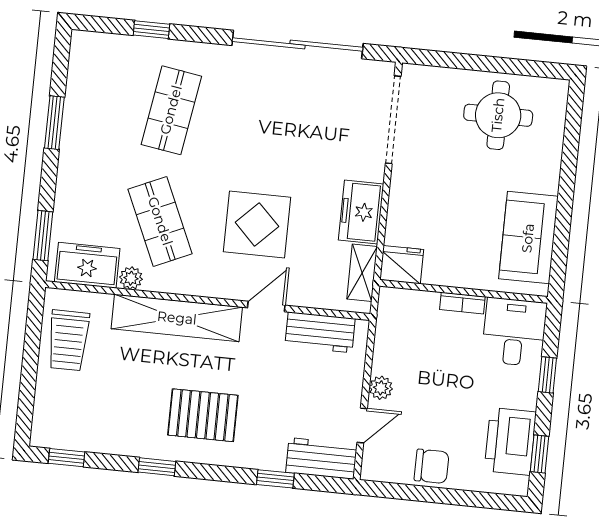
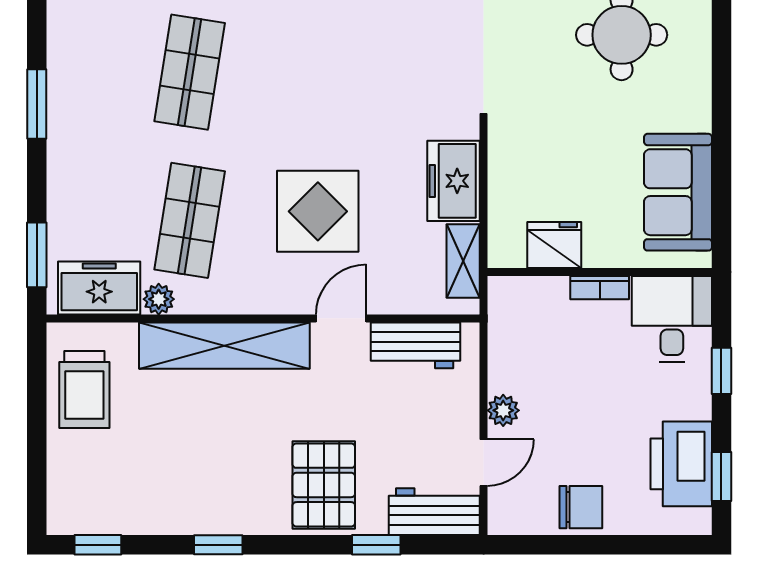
shop shelf: (160, 221) -> (190, 220), turned 33
fridge: (402, 265) -> (554, 245), moved
pallet: (203, 415) -> (324, 485), moved, turned 90

